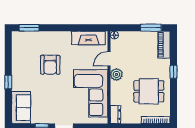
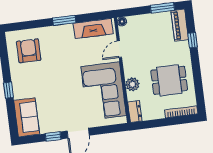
window: (29, 28) -> (64, 20), moved
armchair: (50, 65) -> (29, 51), moved, turned 180
window: (173, 72) -> (193, 40), moved
plant: (116, 74) -> (132, 84), moved

